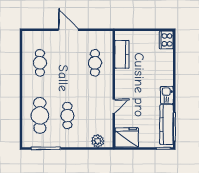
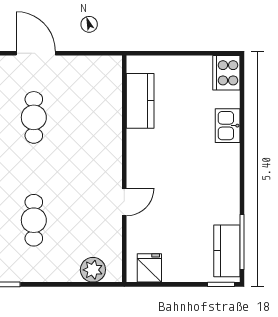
cafe table: (95, 63) -> (34, 117), moved
kitchen sink: (167, 95) -> (228, 126), moved
kitchen counter: (166, 125) -> (227, 251), width x0.67
fridge: (127, 137) -> (149, 268), width x0.53, depth x0.75

